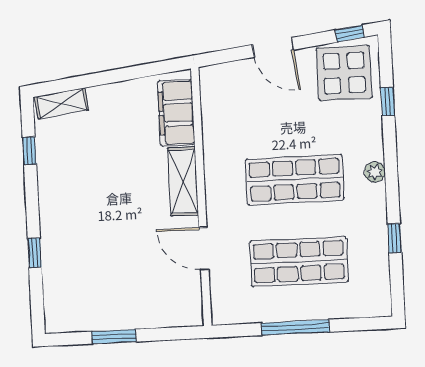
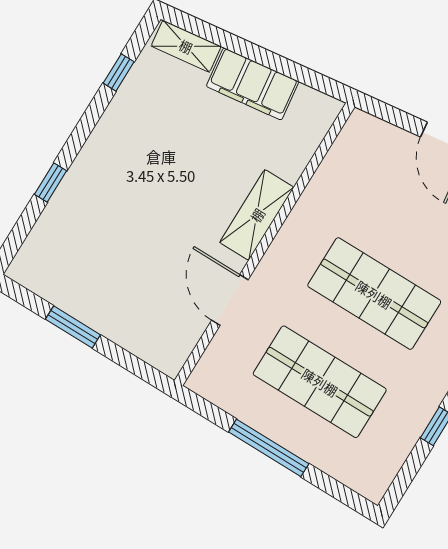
filing cabinet: (176, 113) -> (253, 84), moved, turned -97

